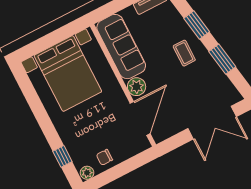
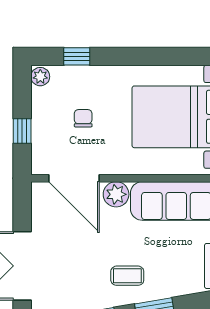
chair: (104, 157) -> (83, 118), moved
window: (127, 166) -> (22, 131), added

